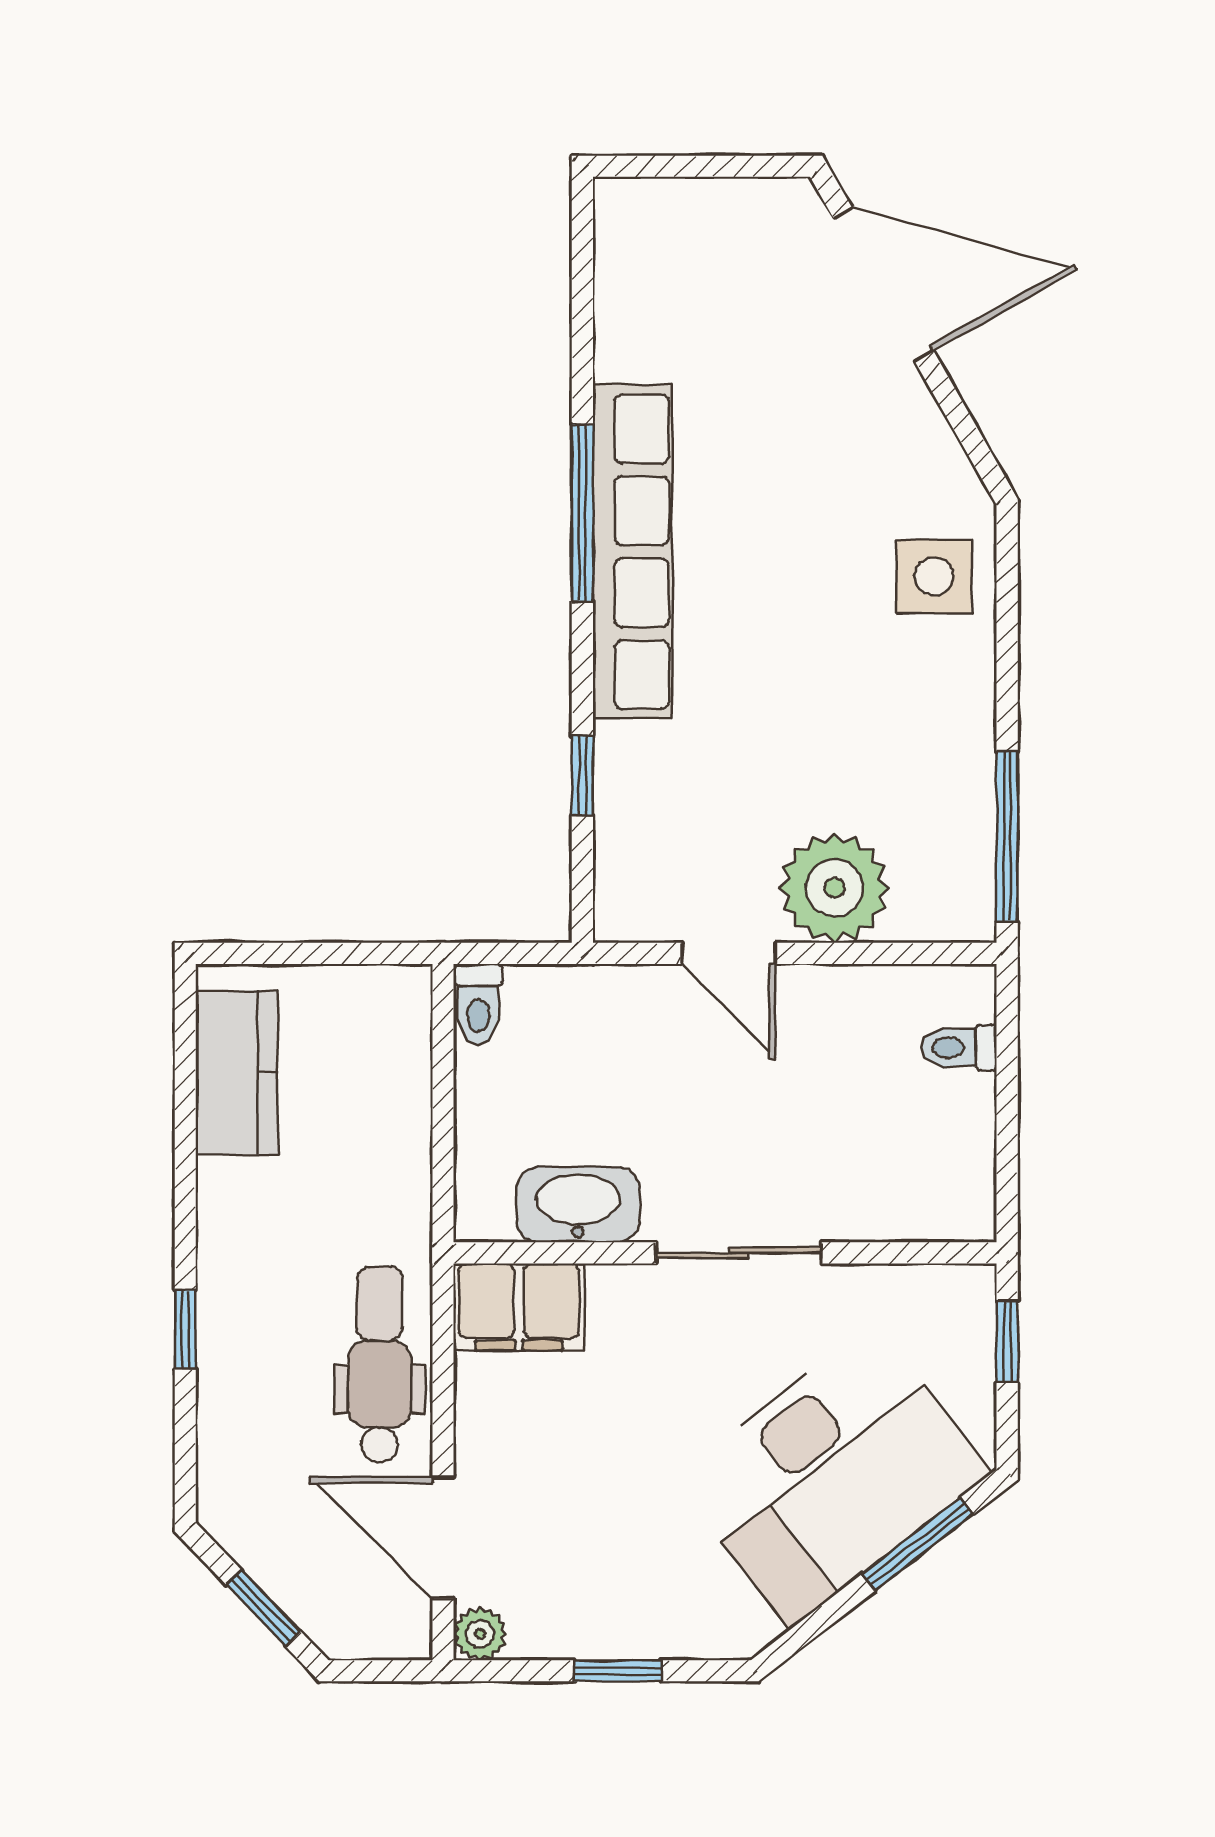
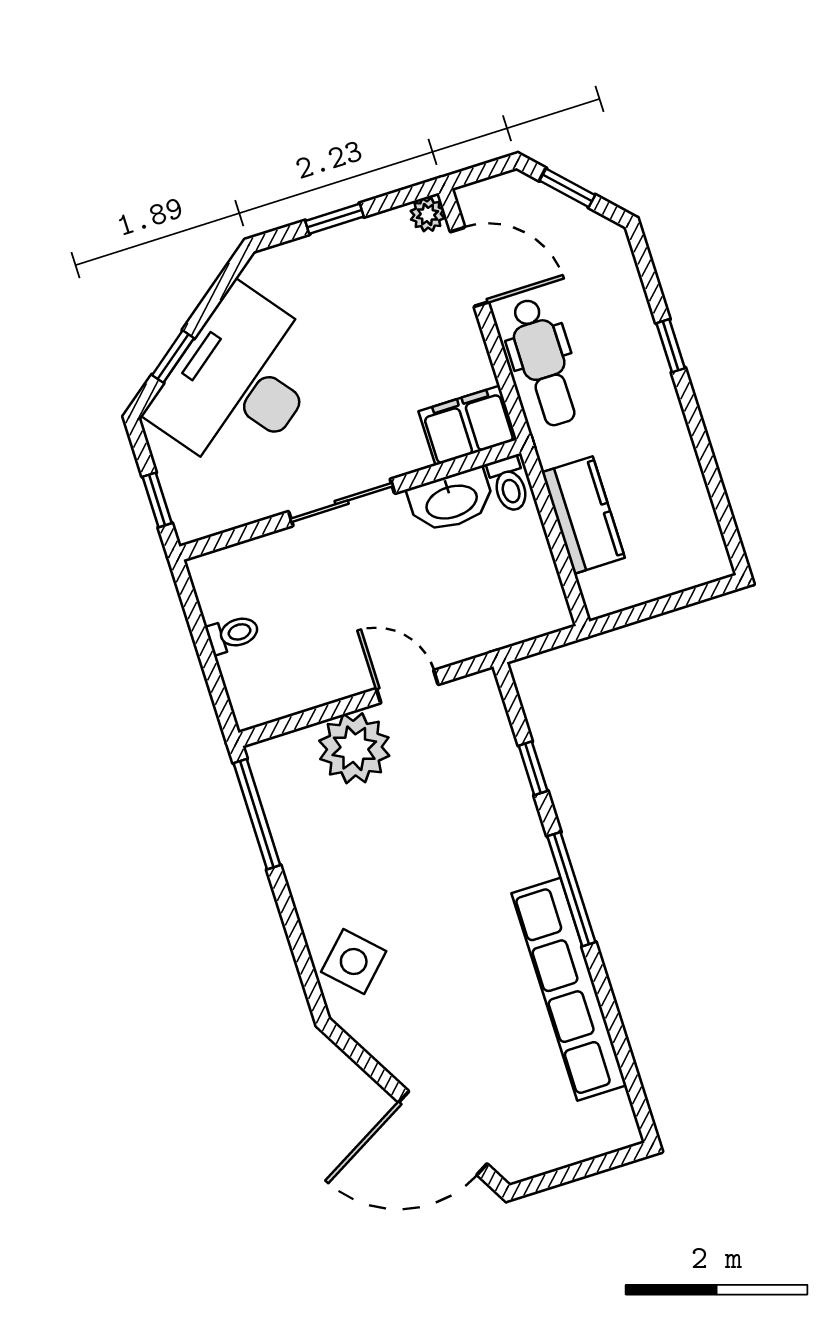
window: (582, 513) -> (571, 889), moved
row of seats: (632, 552) -> (569, 989), moved
side table: (934, 576) -> (354, 961), turned 45
toilet: (478, 1004) -> (509, 484), moved, turned 180
toilet: (959, 1048) -> (233, 634), moved
kitchen counter: (237, 1073) -> (583, 515), moved, turned 180
window: (918, 1544) -> (173, 357), width x0.67

